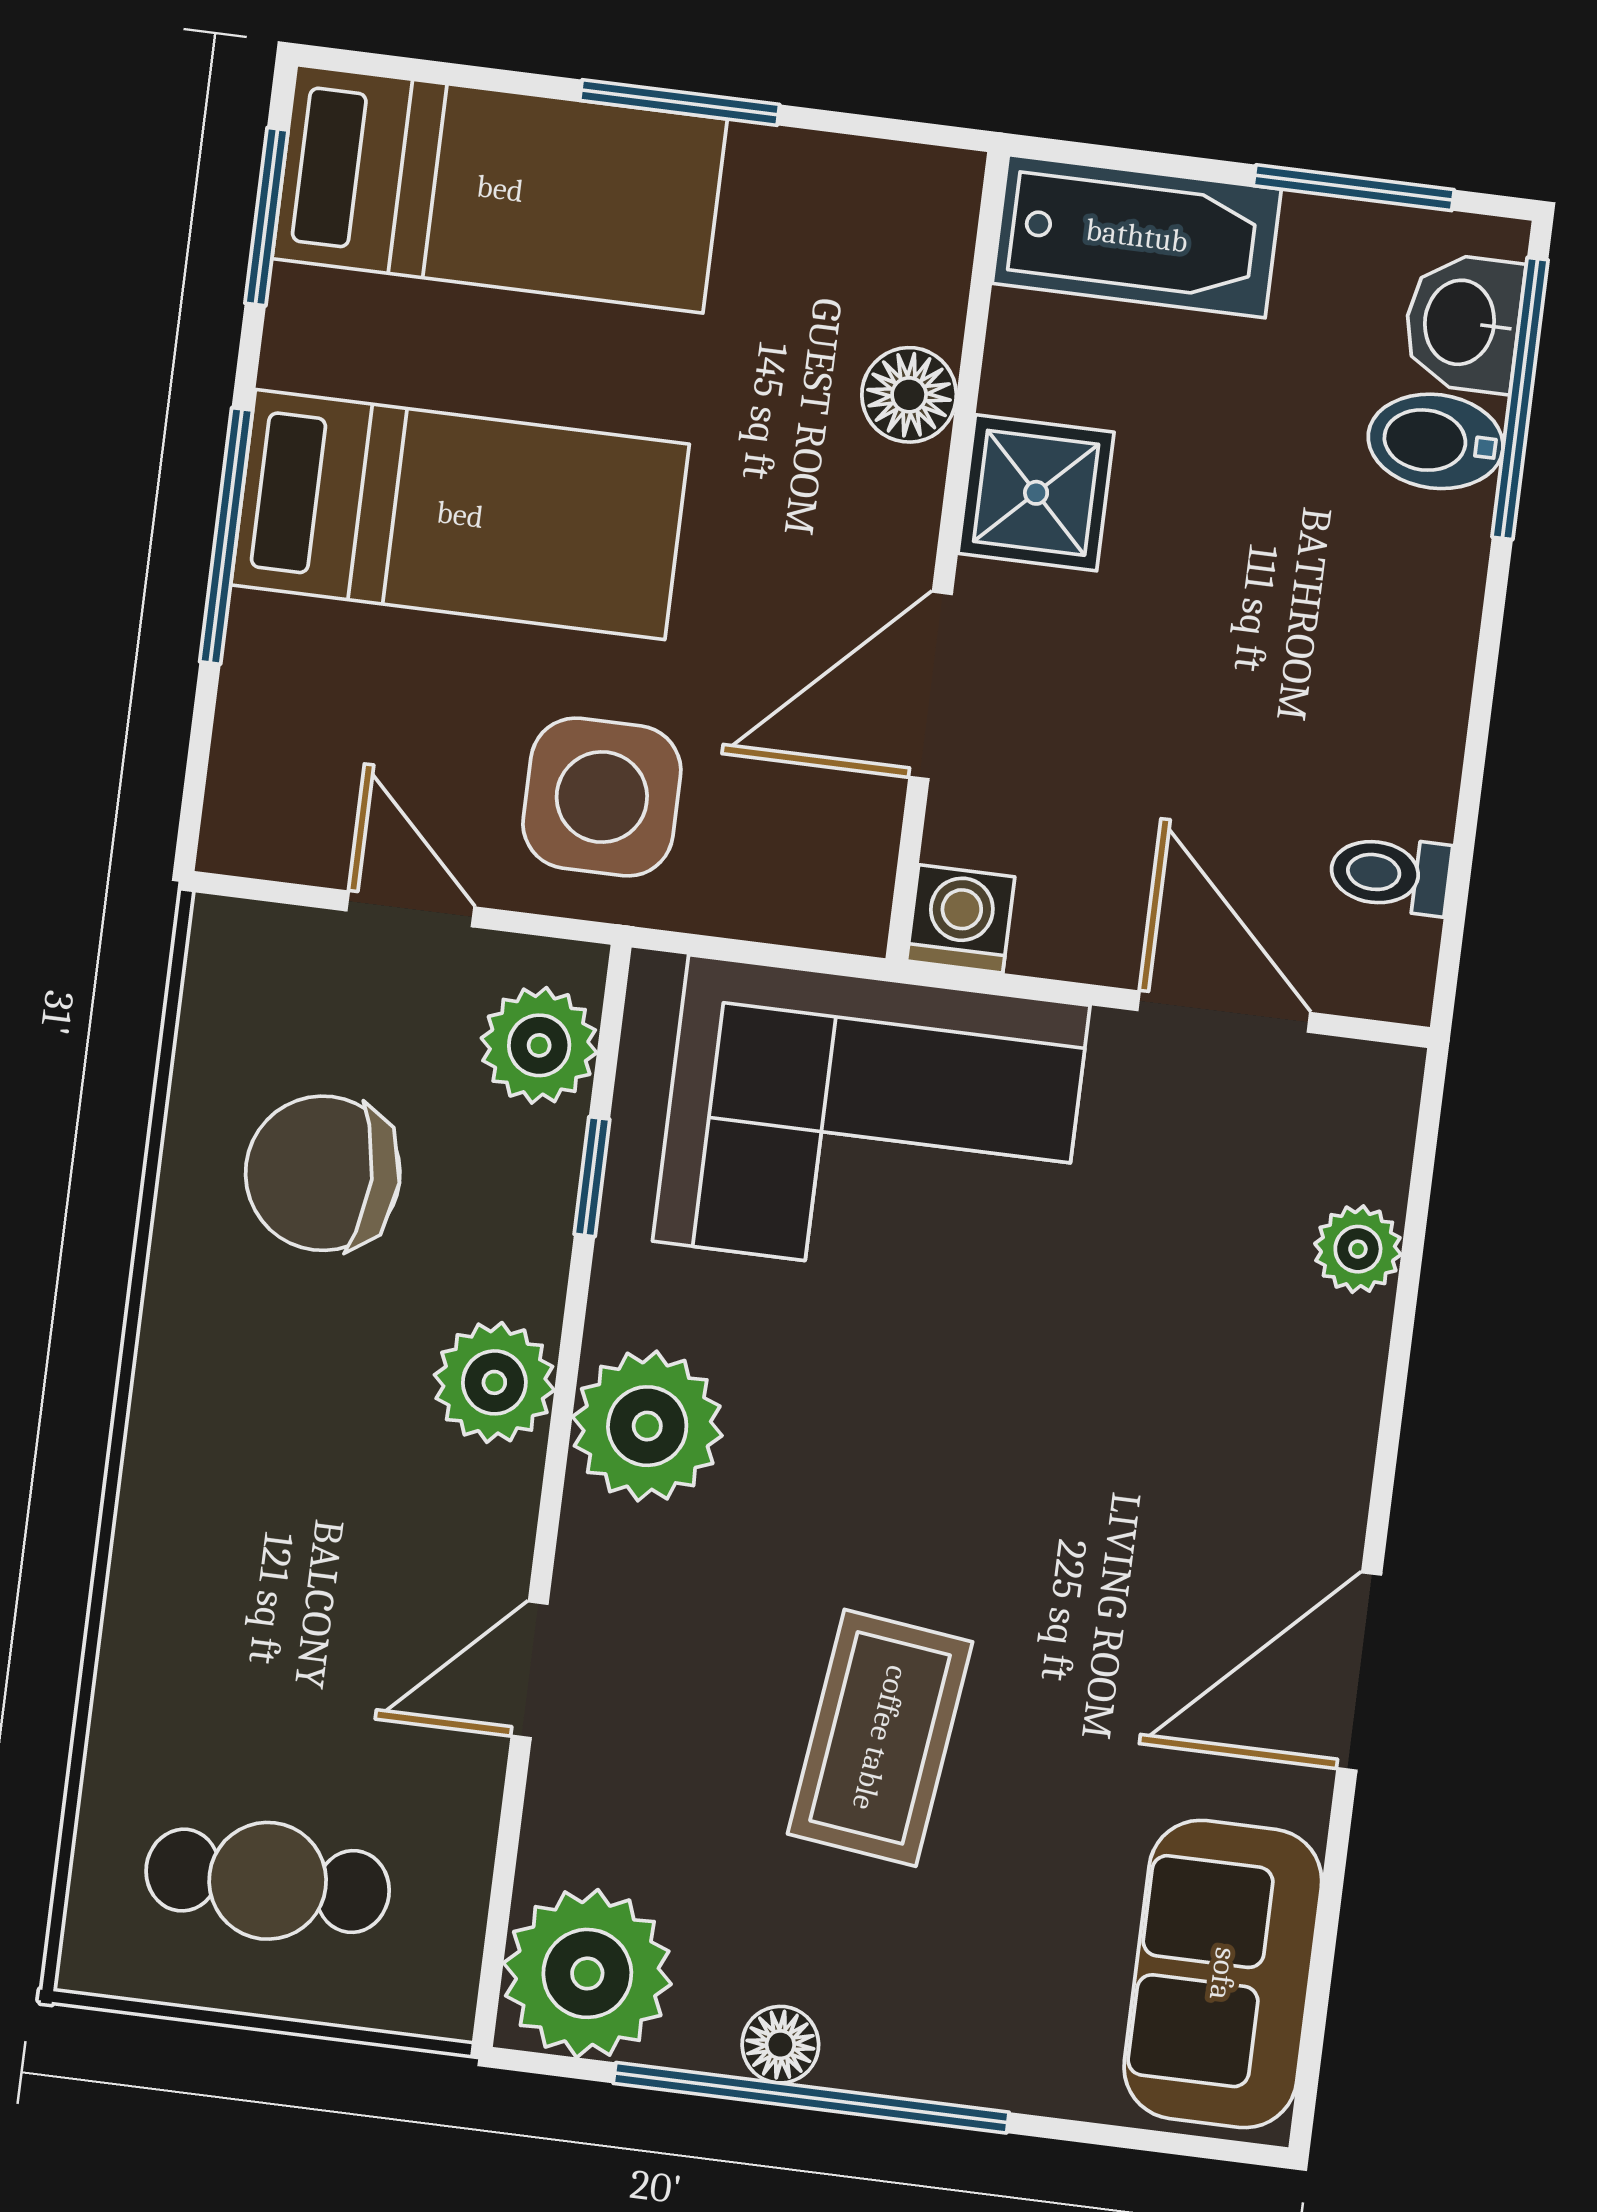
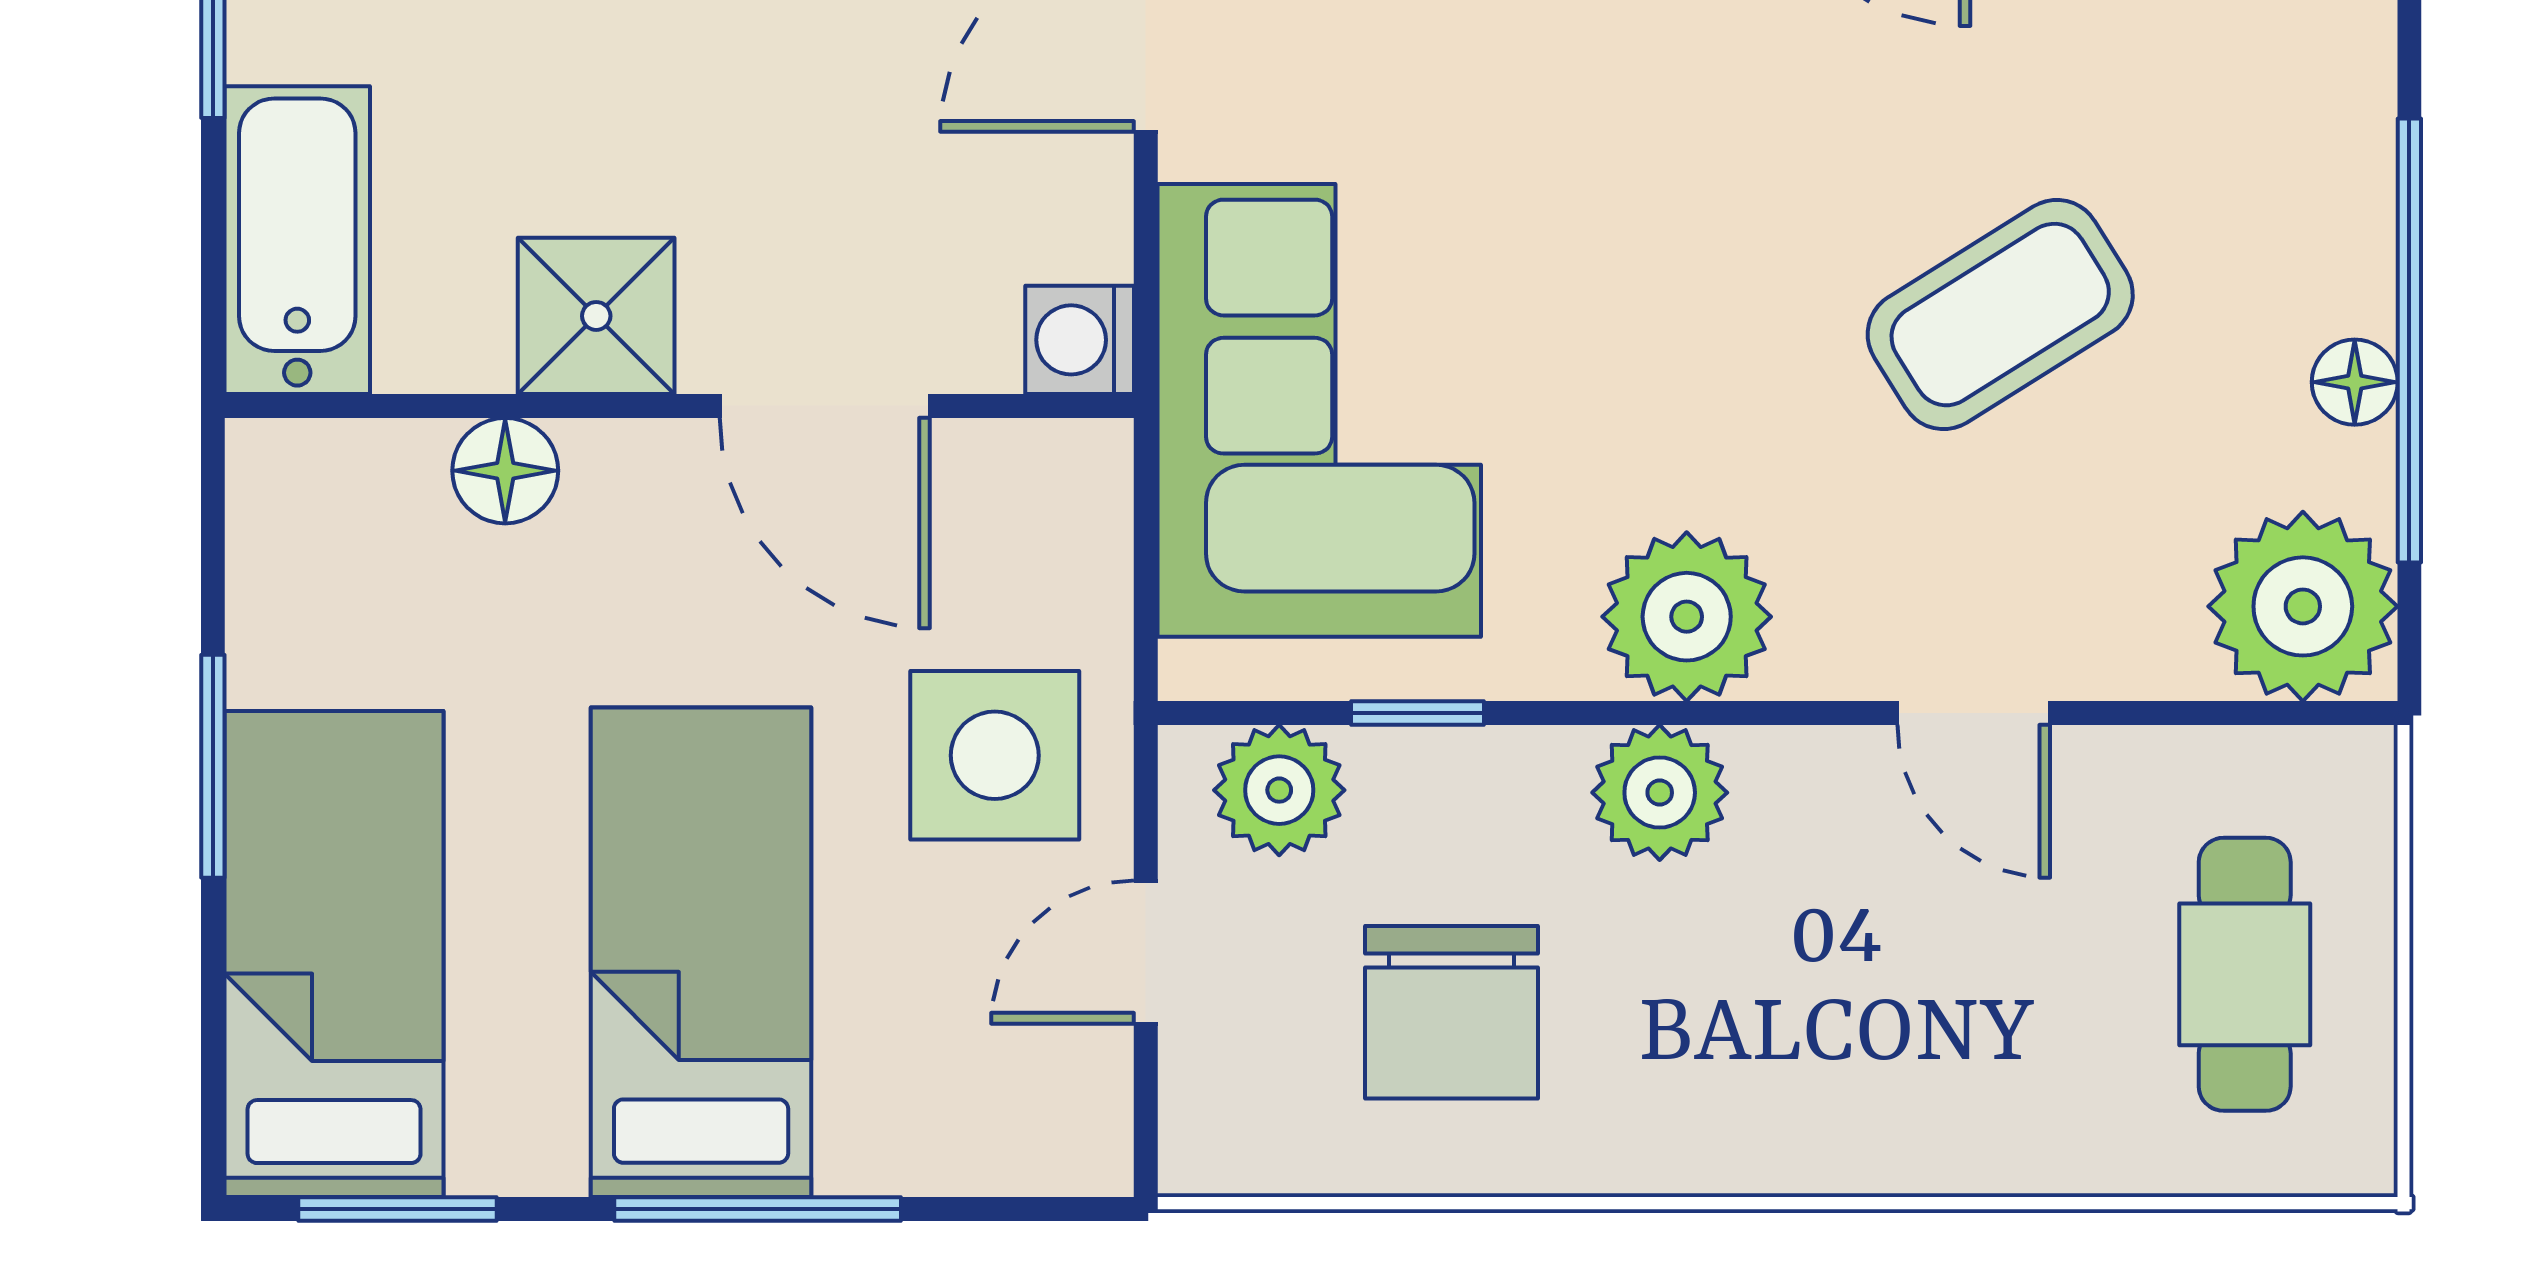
coffee table: (880, 1738) -> (2000, 315), turned -39

